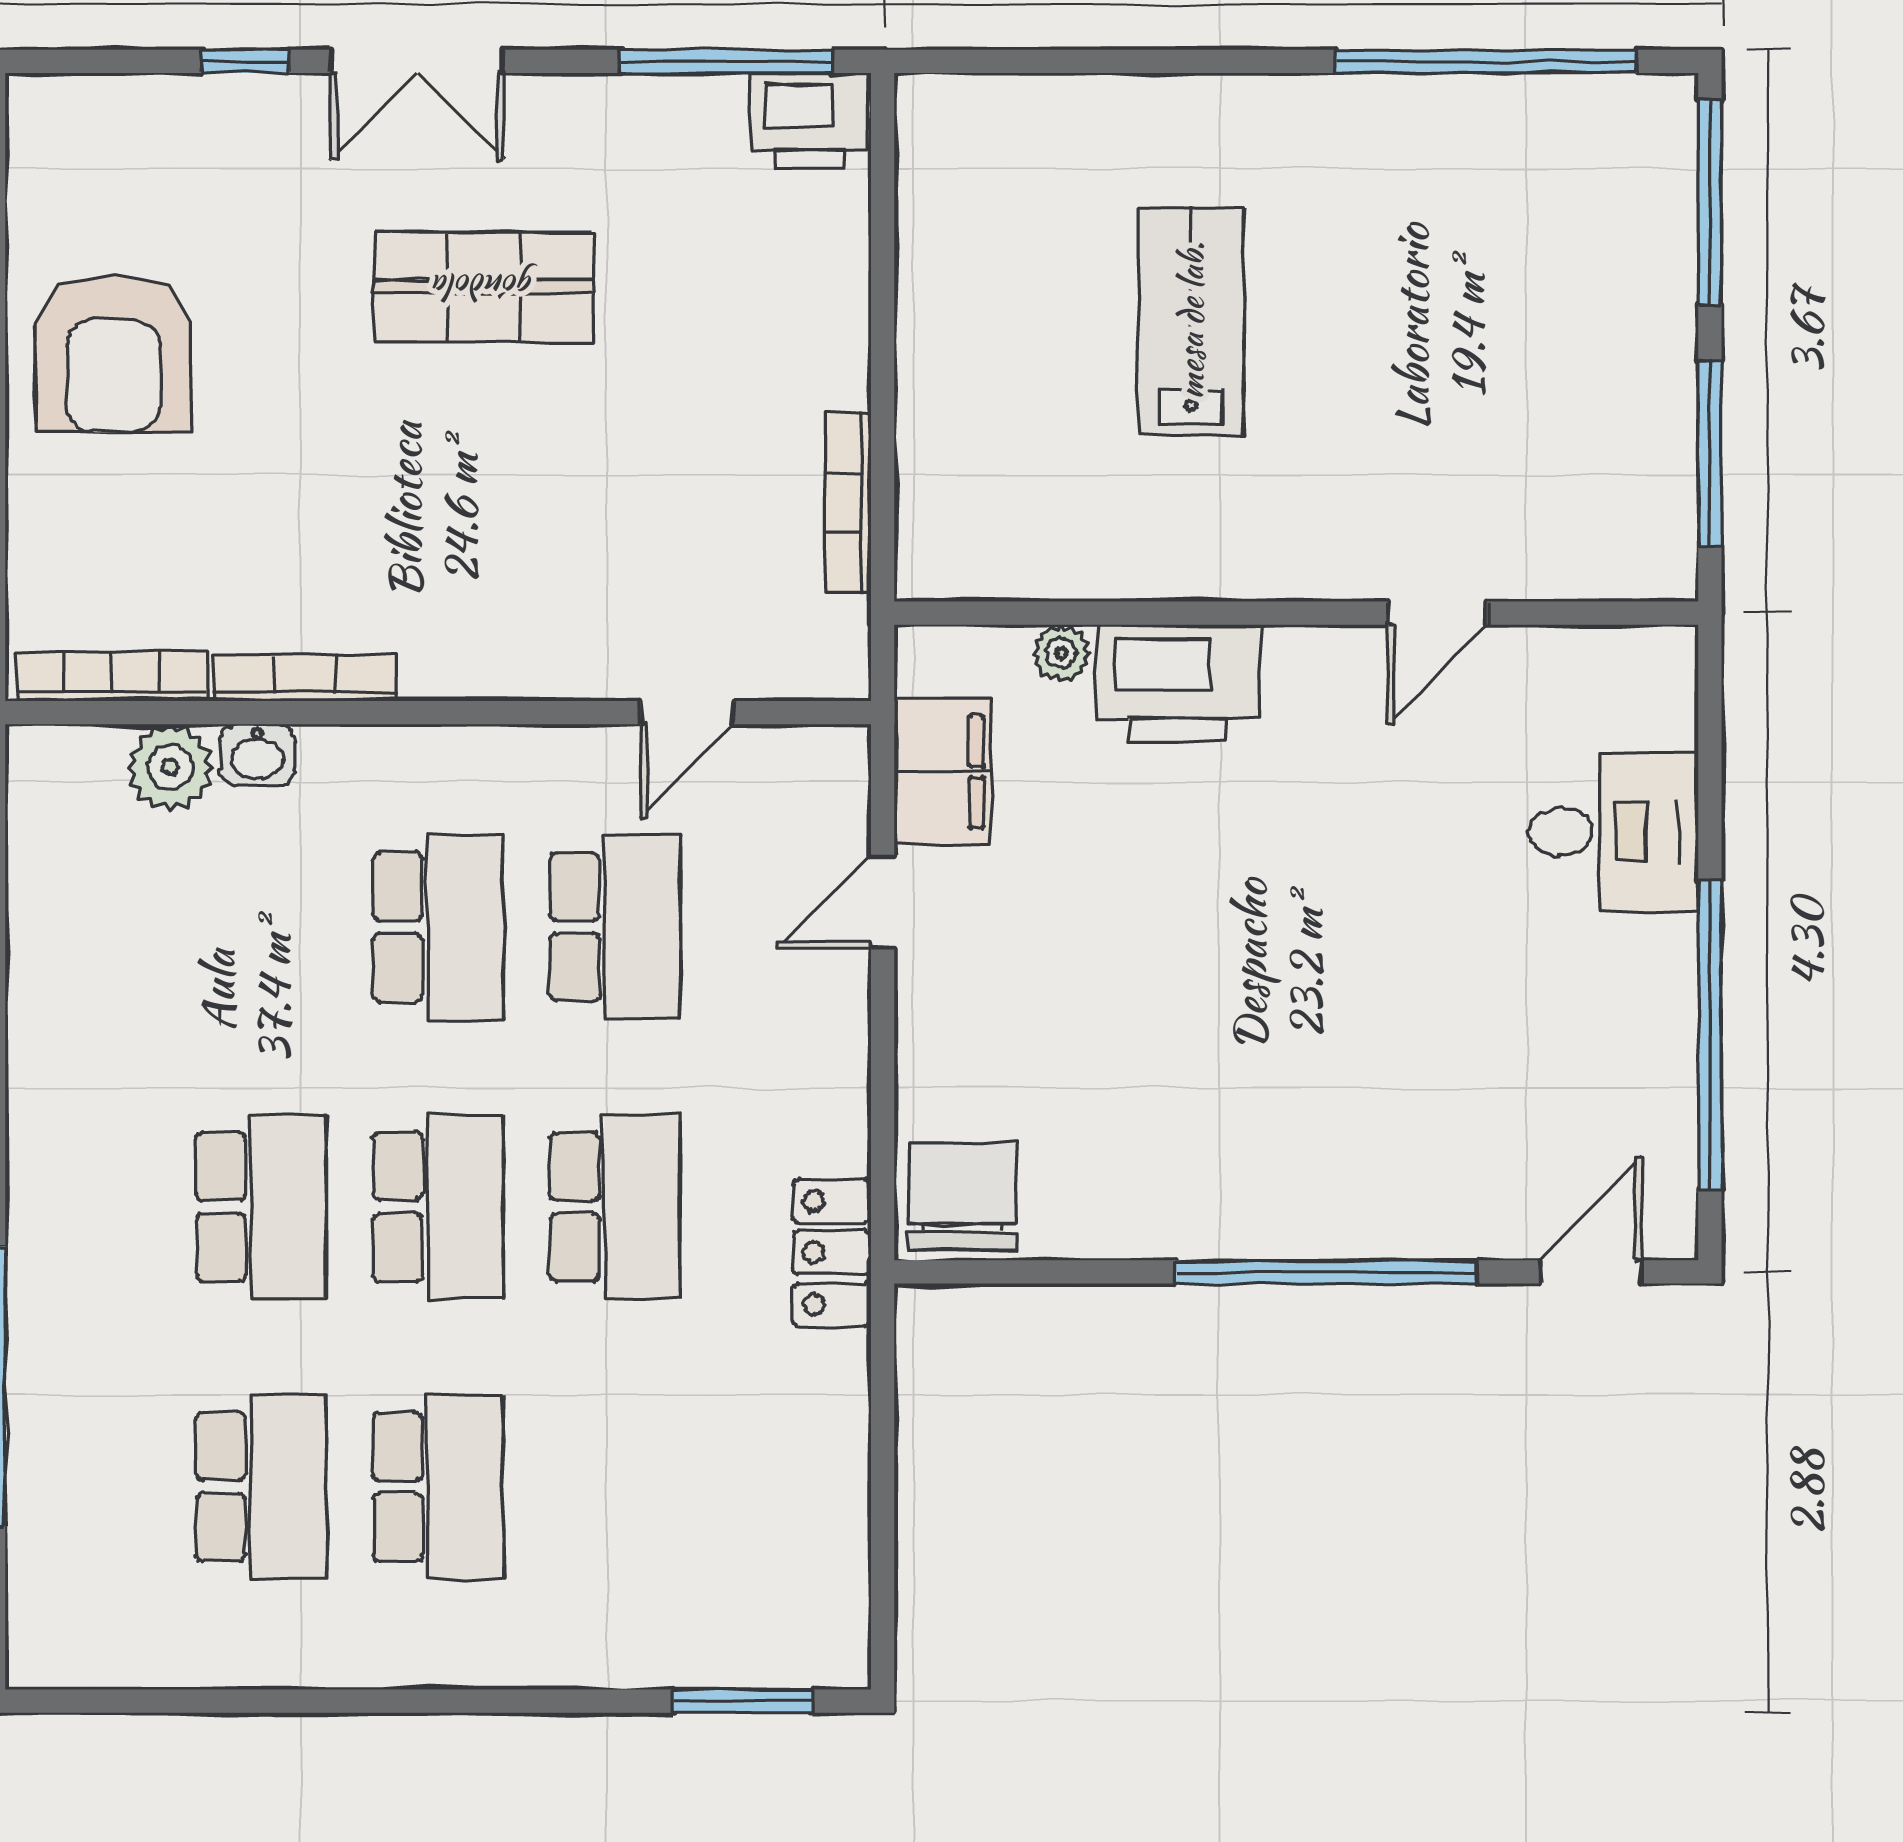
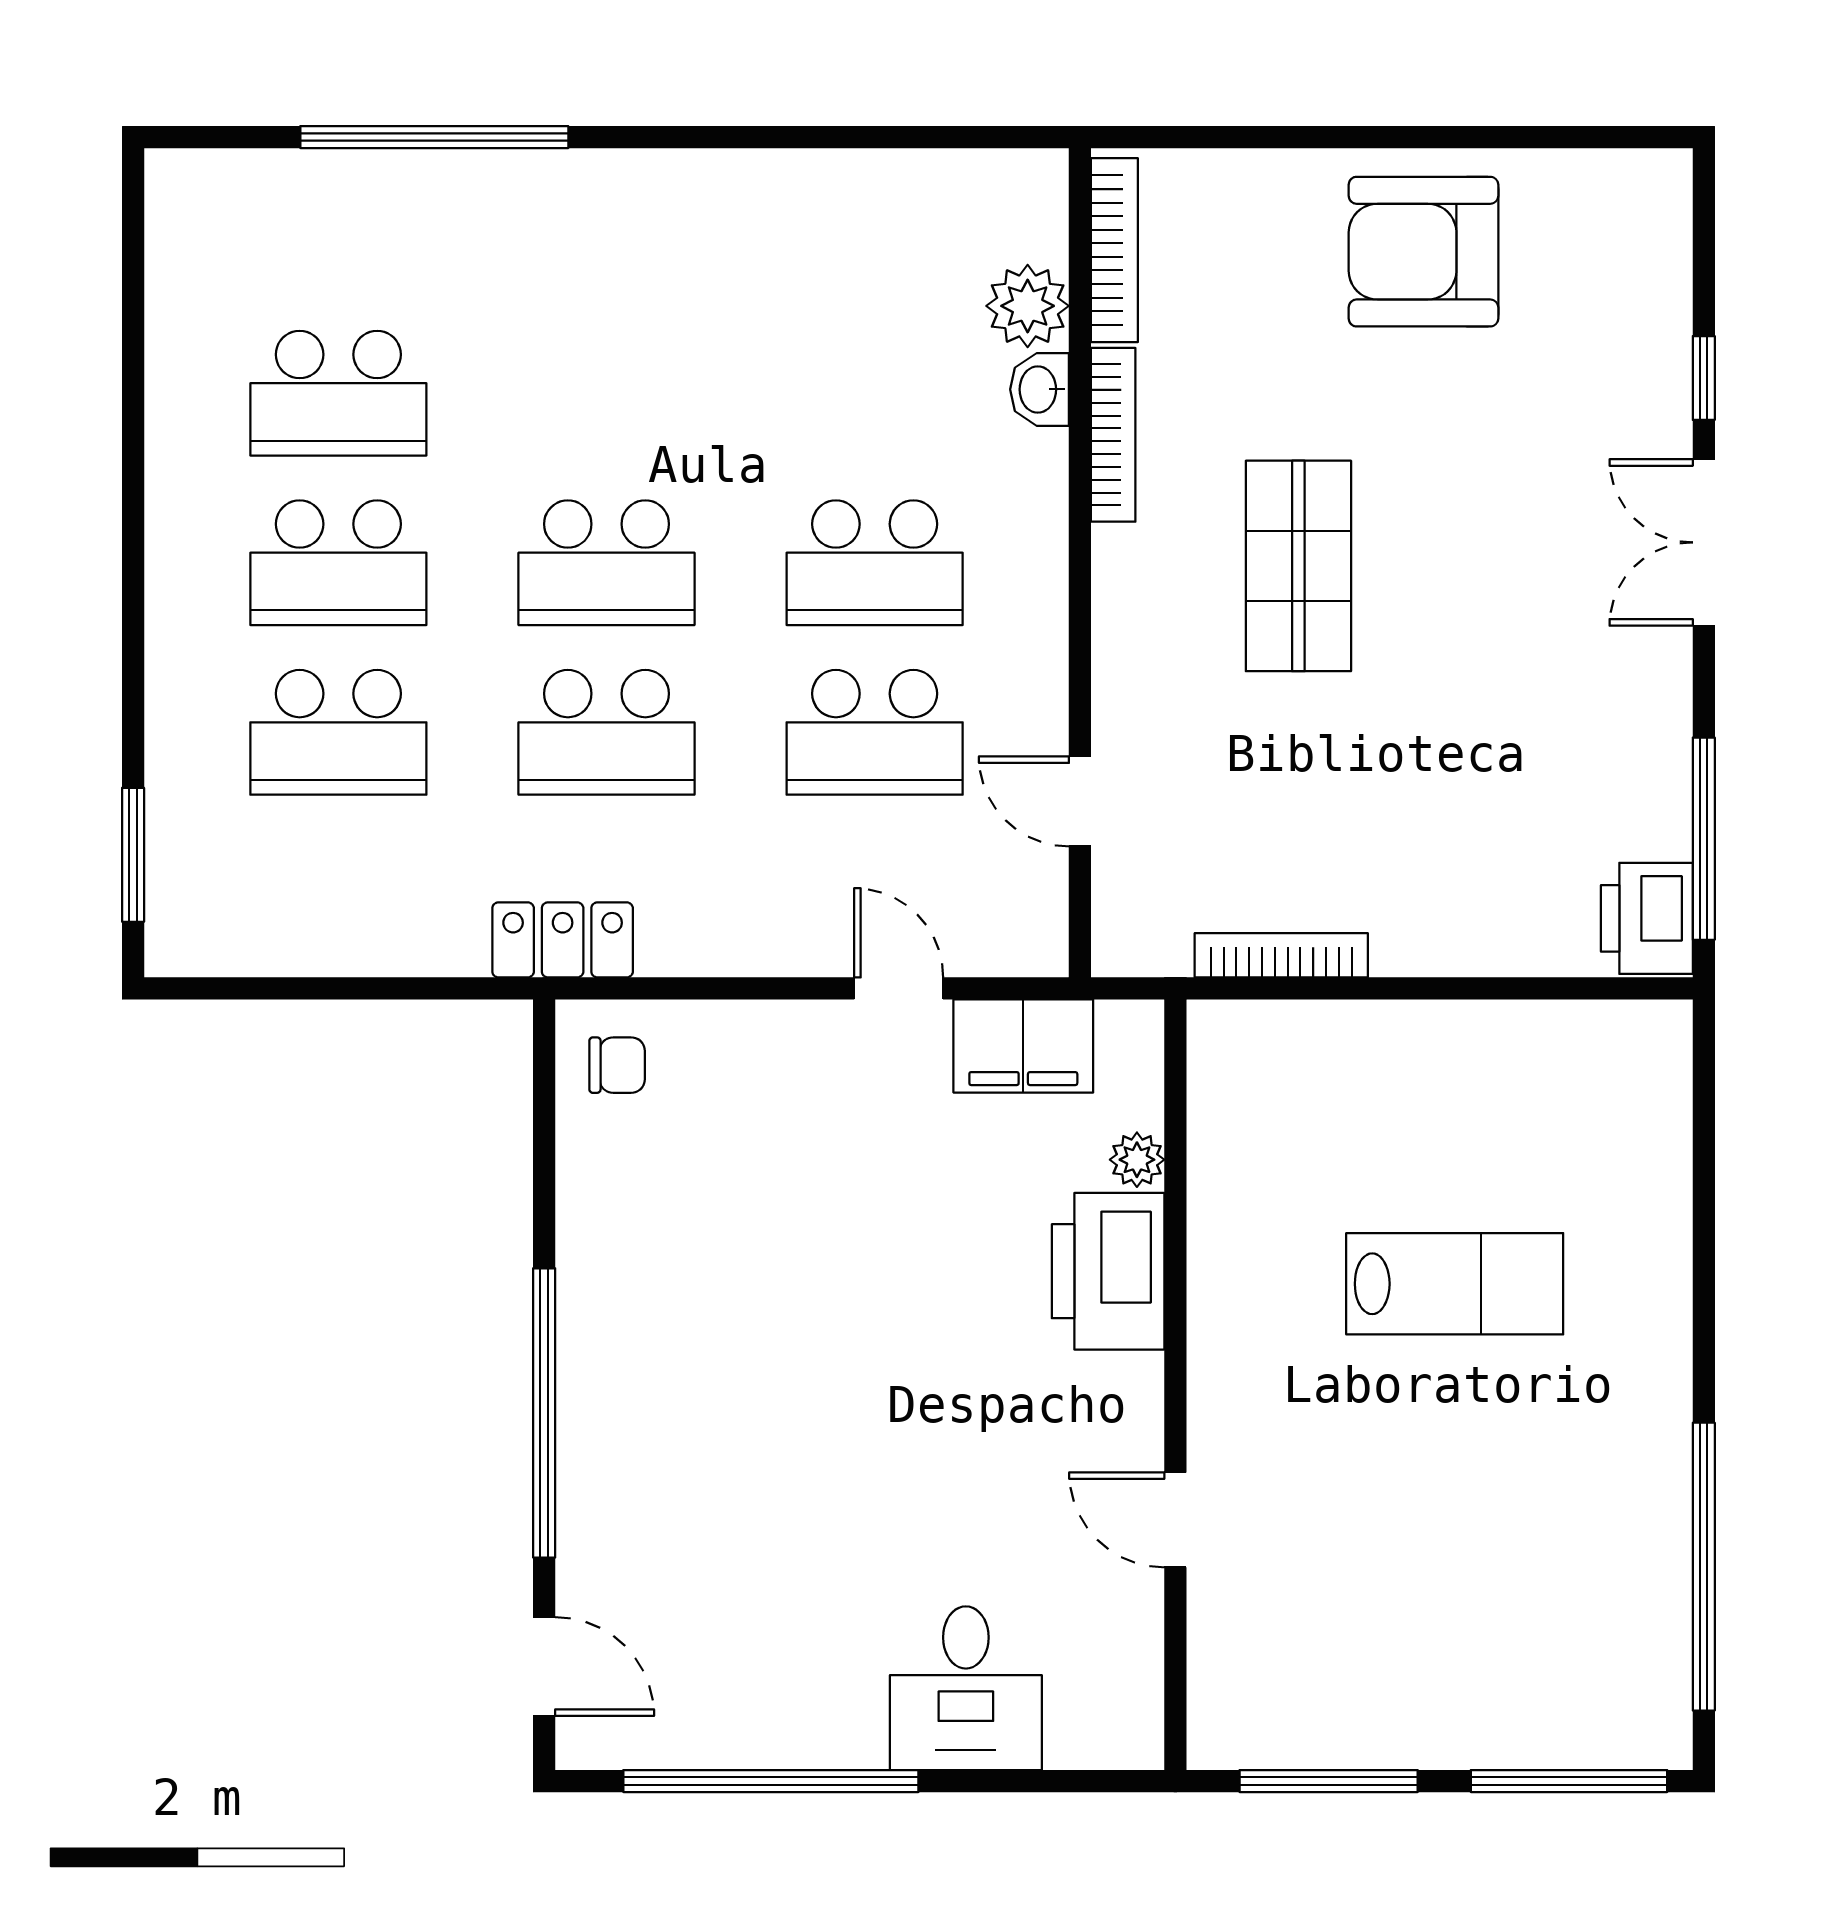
shop shelf: (484, 287) -> (1298, 566), moved
chair: (963, 1196) -> (617, 1065), width x0.54, depth x0.54
school desk: (261, 1207) -> (338, 732), moved

